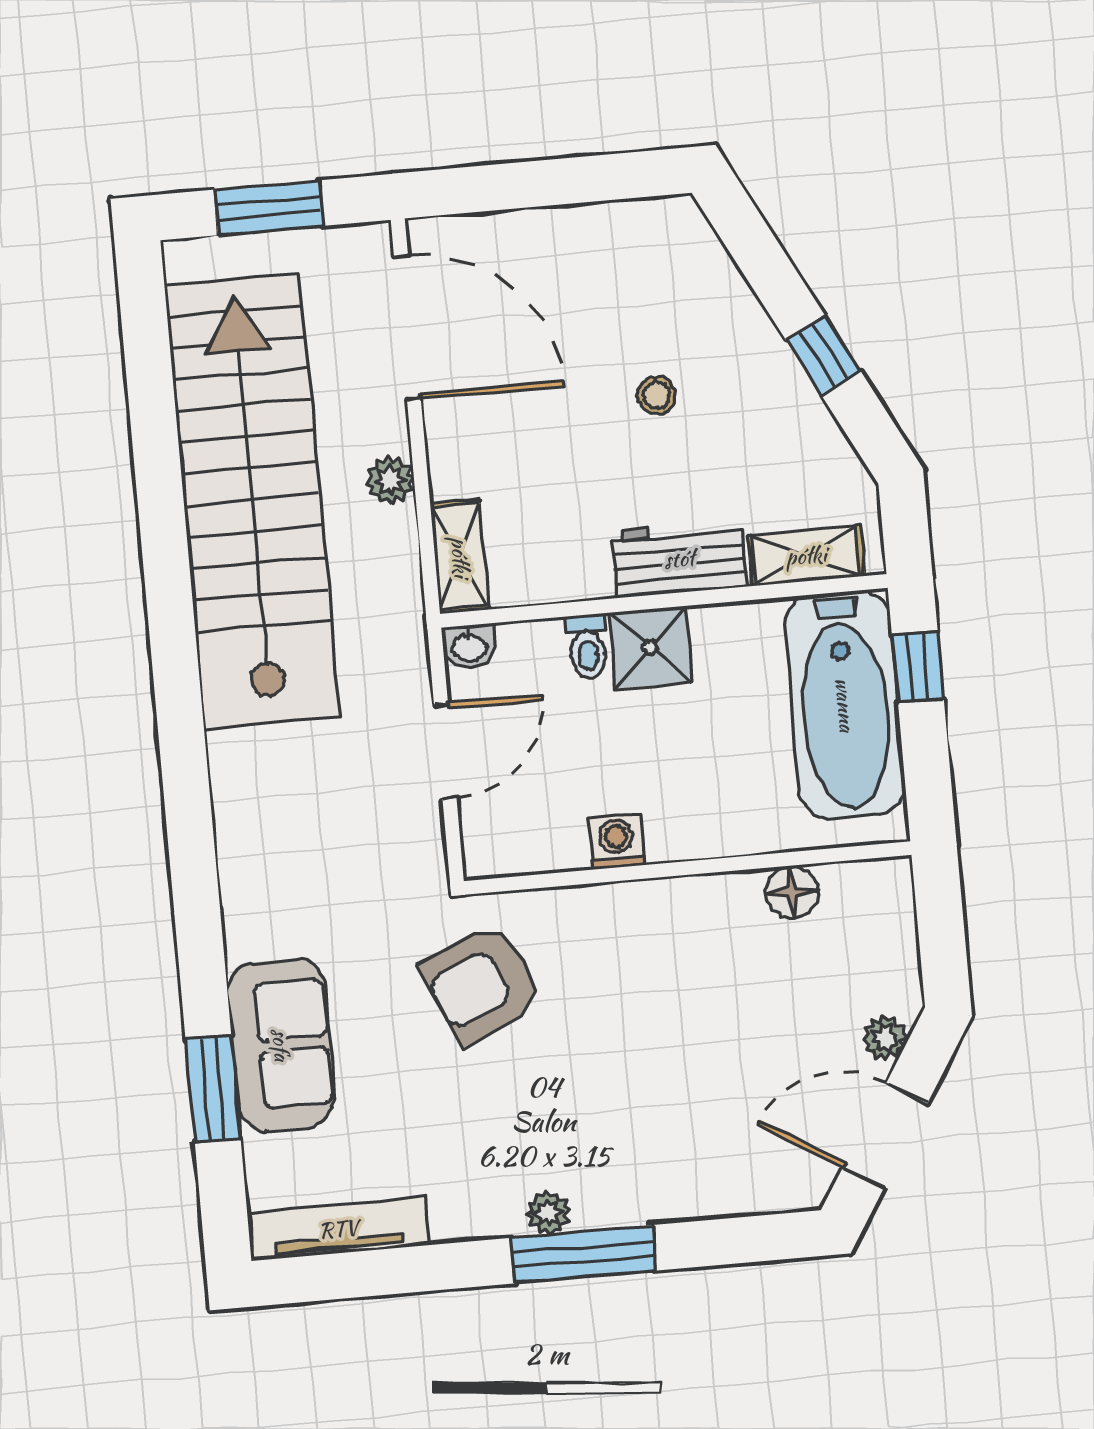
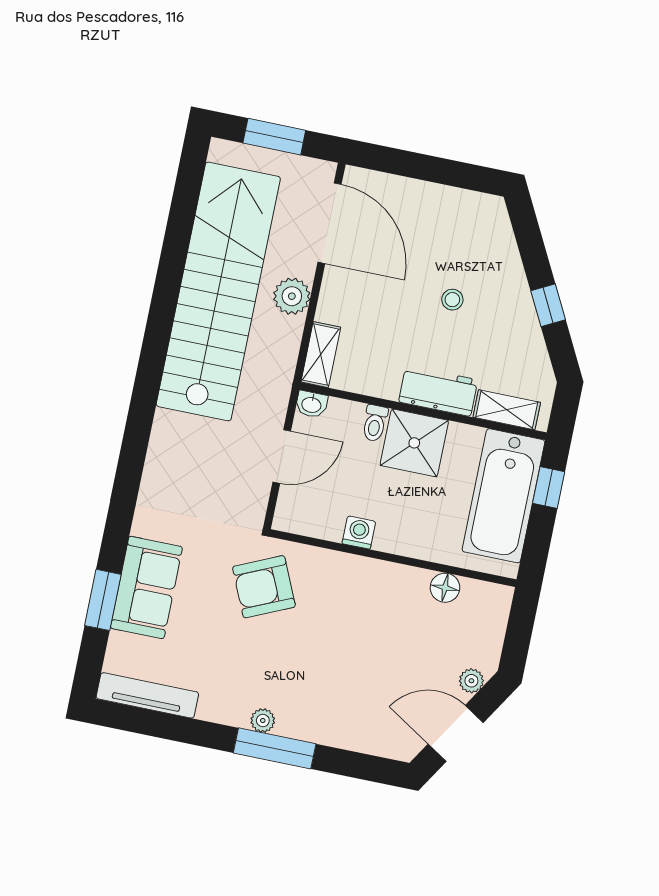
plant: (390, 480) -> (292, 296), width x1.38, depth x1.38
shower: (650, 647) -> (414, 443), width x1.36, depth x1.36

